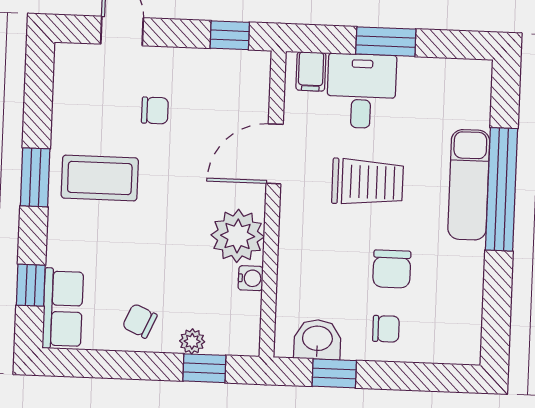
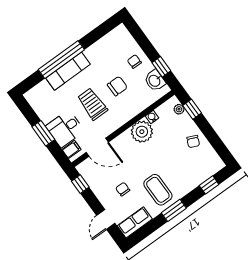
door: (275, 154) -> (97, 147), moved
chair: (392, 269) -> (117, 86), moved
row of seats: (63, 309) -> (135, 222), moved
plant: (192, 341) -> (179, 109), moved

